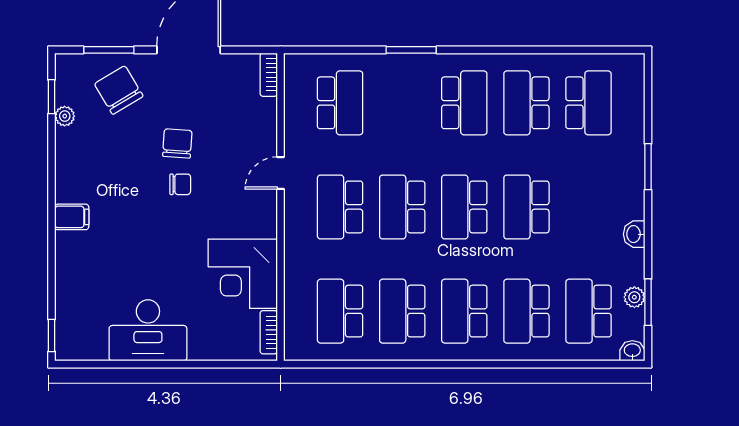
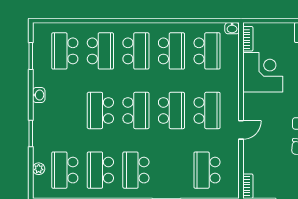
school desk: (526, 103) -> (100, 170), turned 180
school desk: (526, 207) -> (100, 110), turned 180
plant: (634, 297) -> (39, 169), moved
school desk: (588, 311) -> (65, 51), turned 180
washbasin: (632, 351) -> (232, 28), moved

